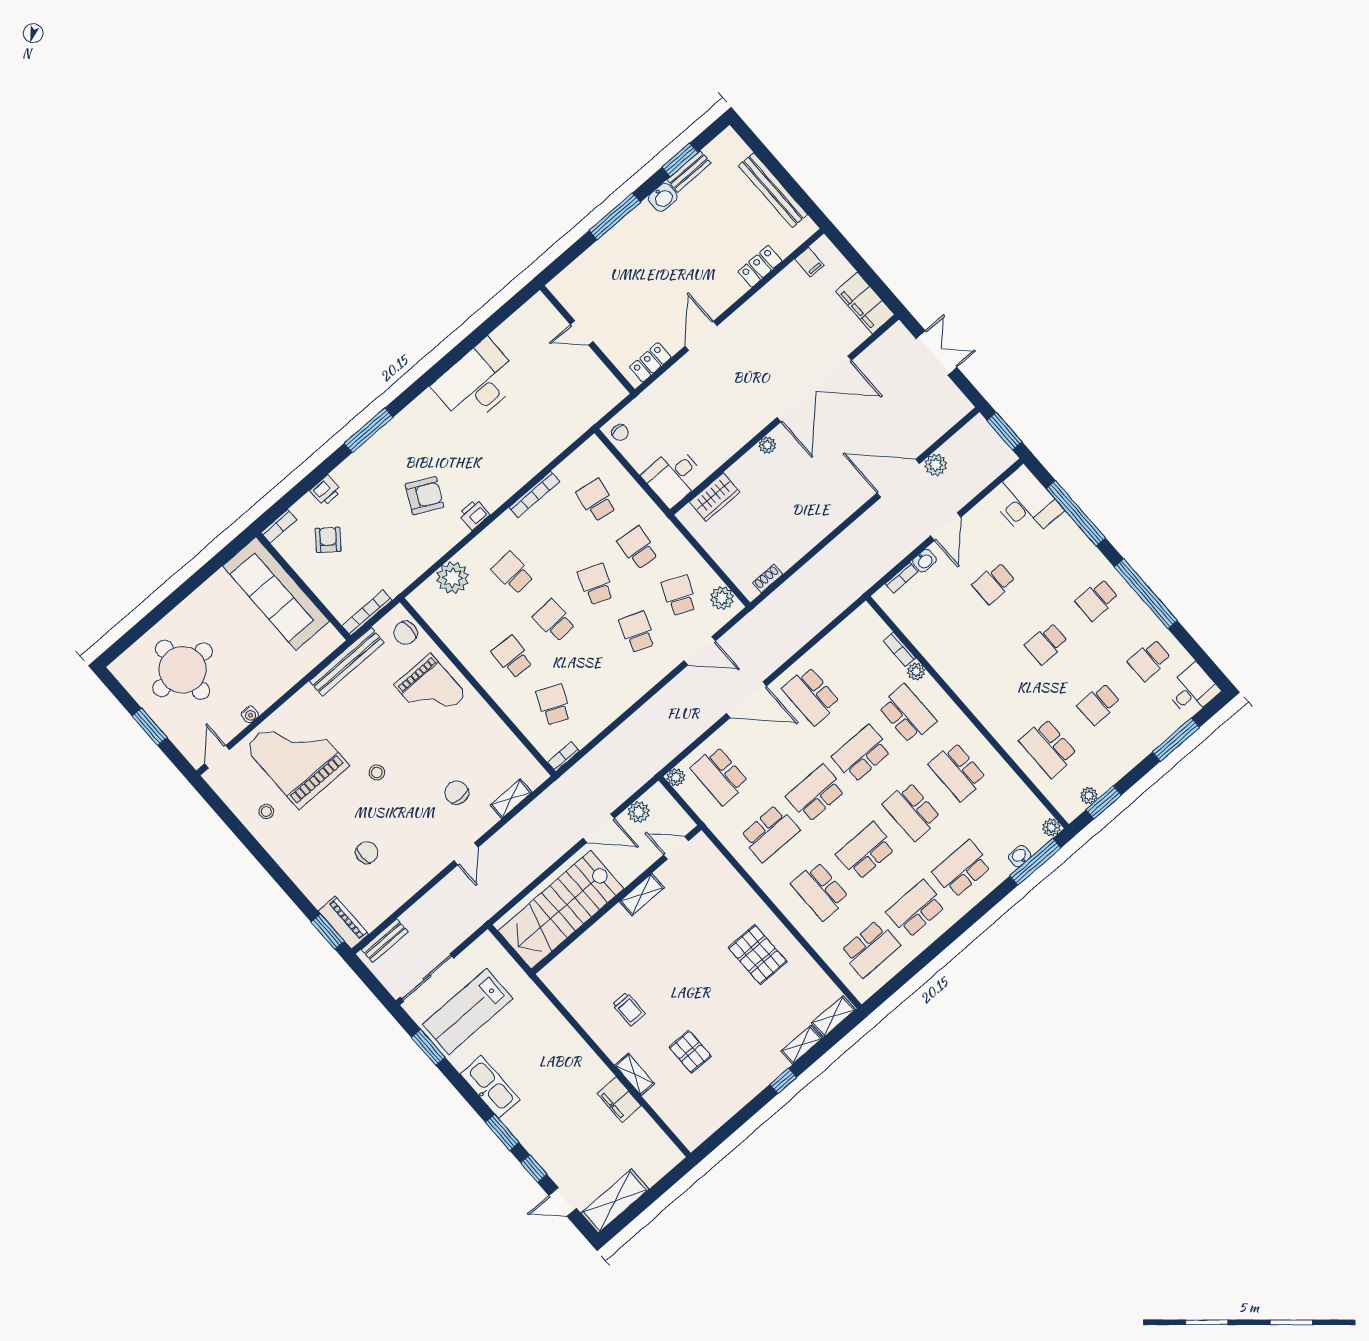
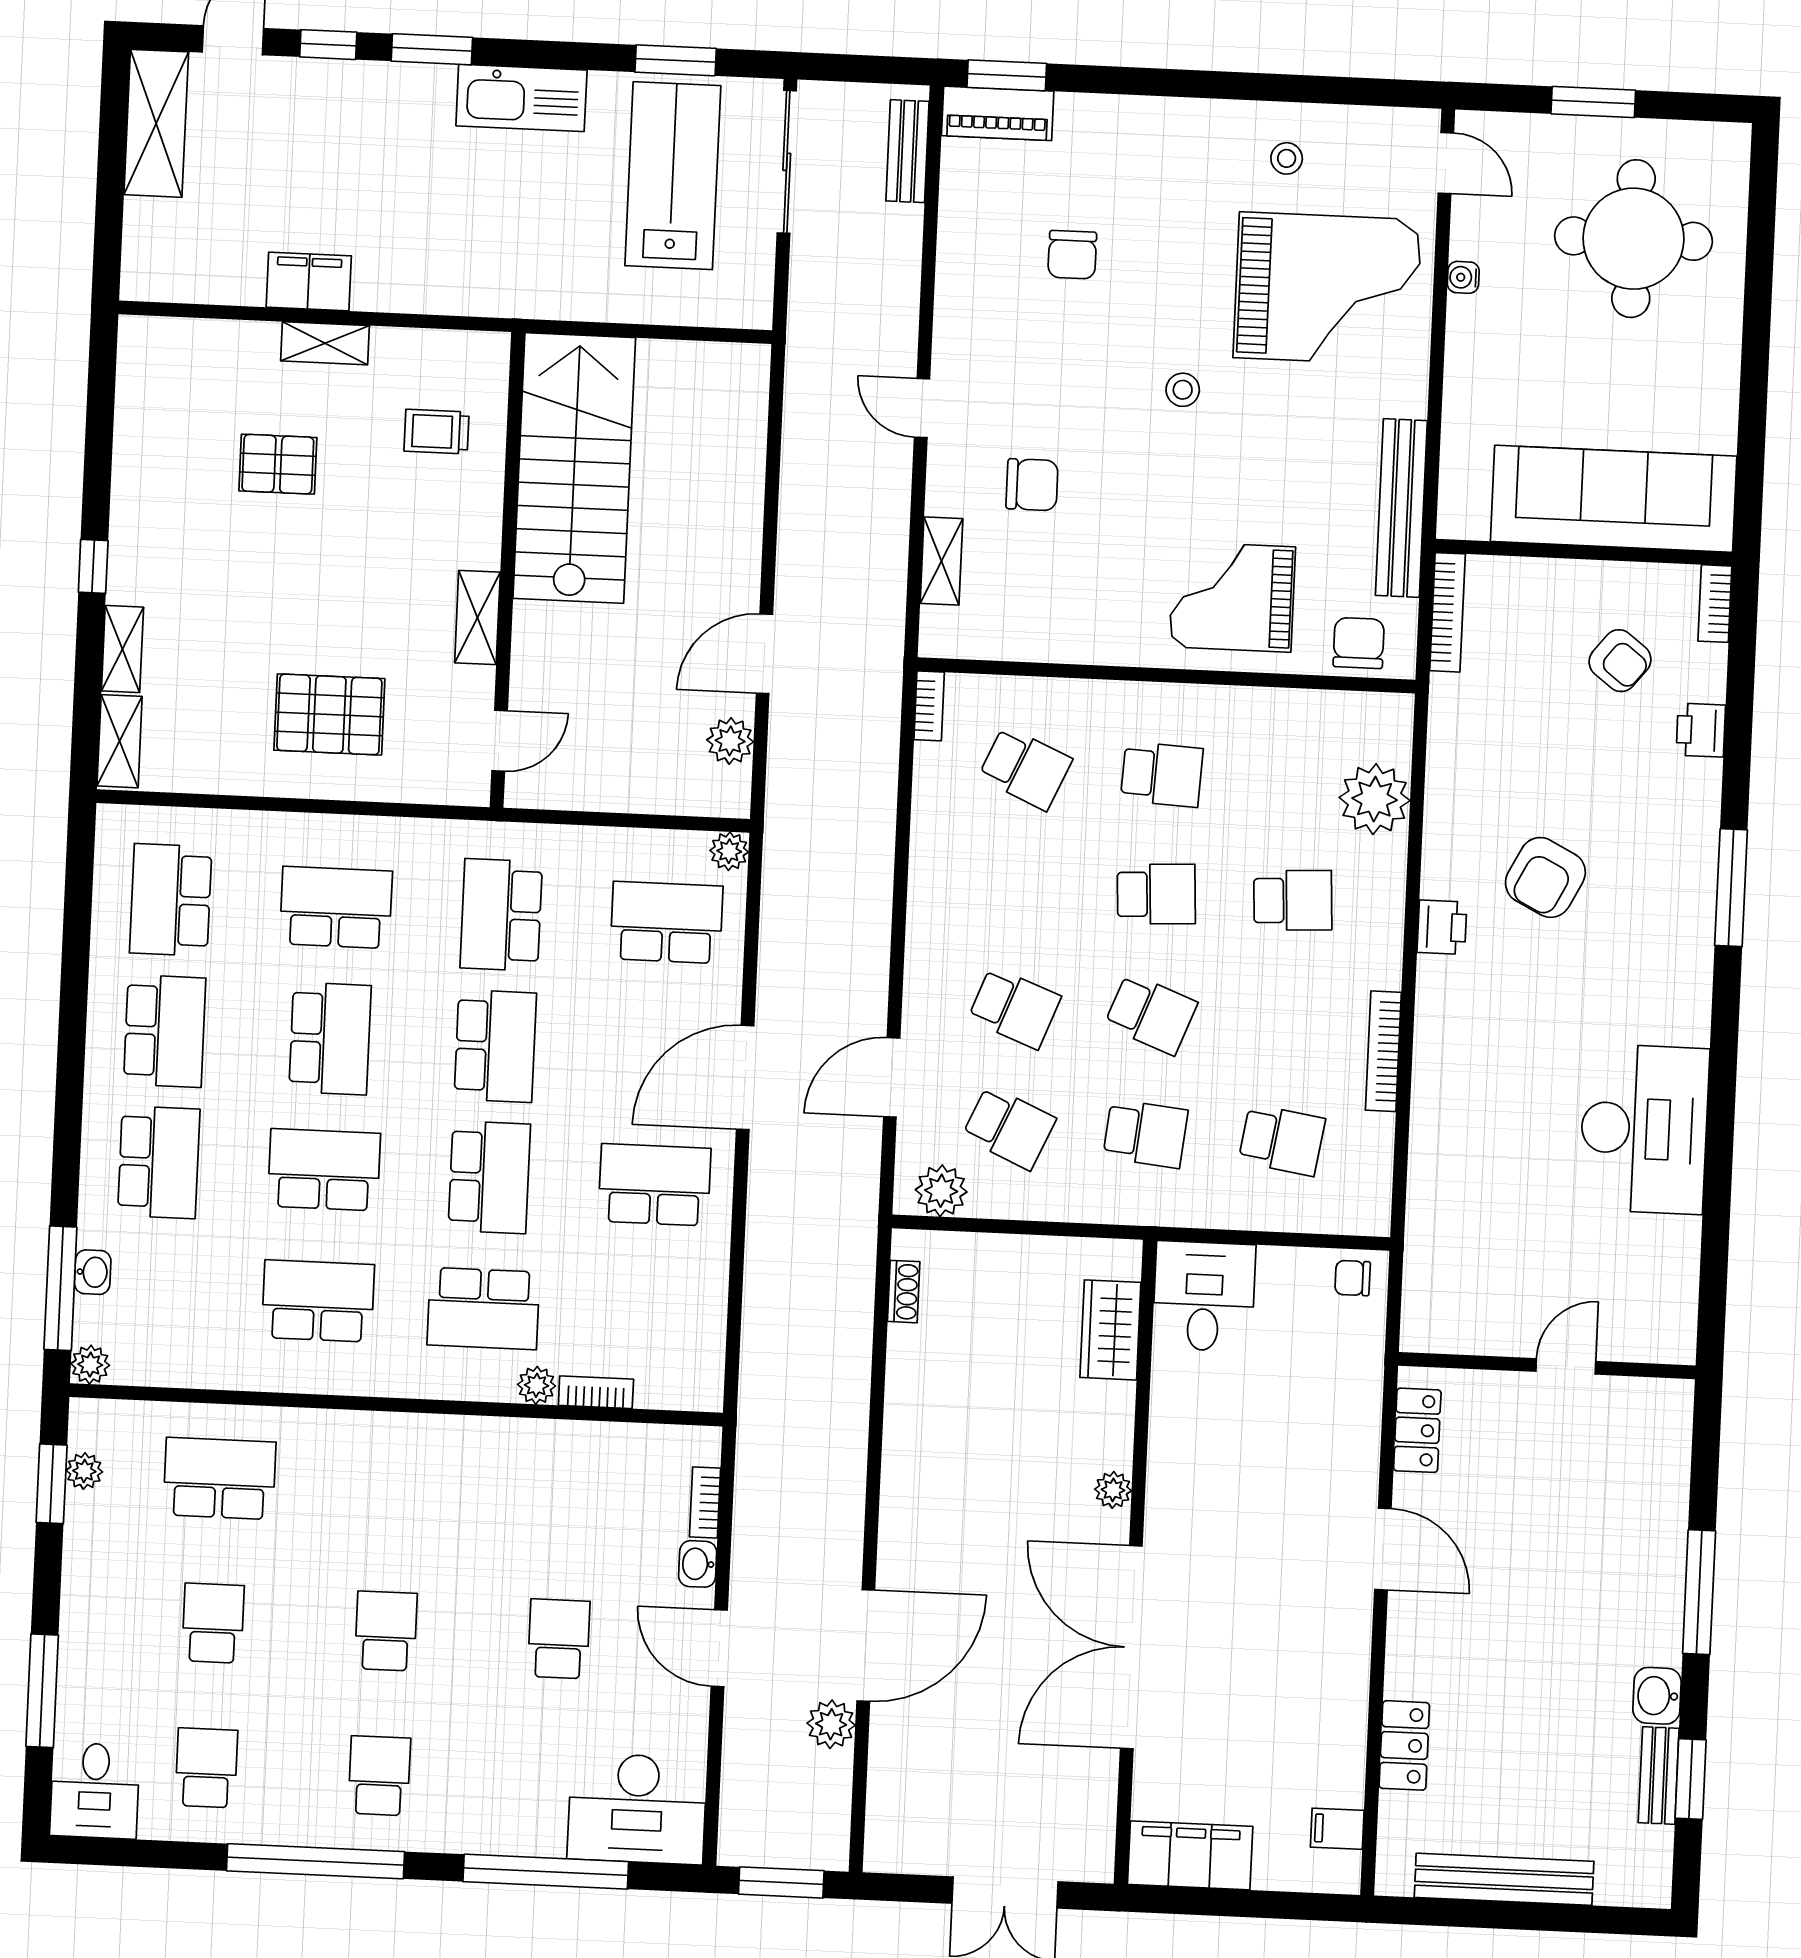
door: (676, 848) -> (500, 741), moved
shelving: (642, 895) -> (477, 617), moved
wall: (616, 900) -> (507, 570), moved
stairs: (561, 910) -> (574, 468), moved

